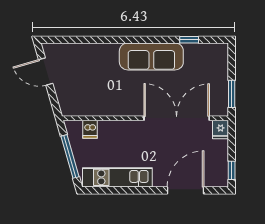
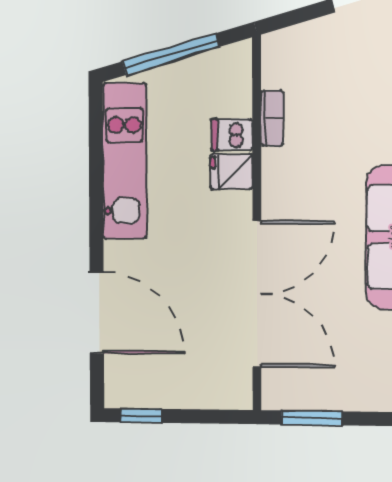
bookcase: (99, 111) -> (272, 118), added
dishwasher: (90, 129) -> (232, 135), moved
fridge: (221, 129) -> (231, 172), moved

